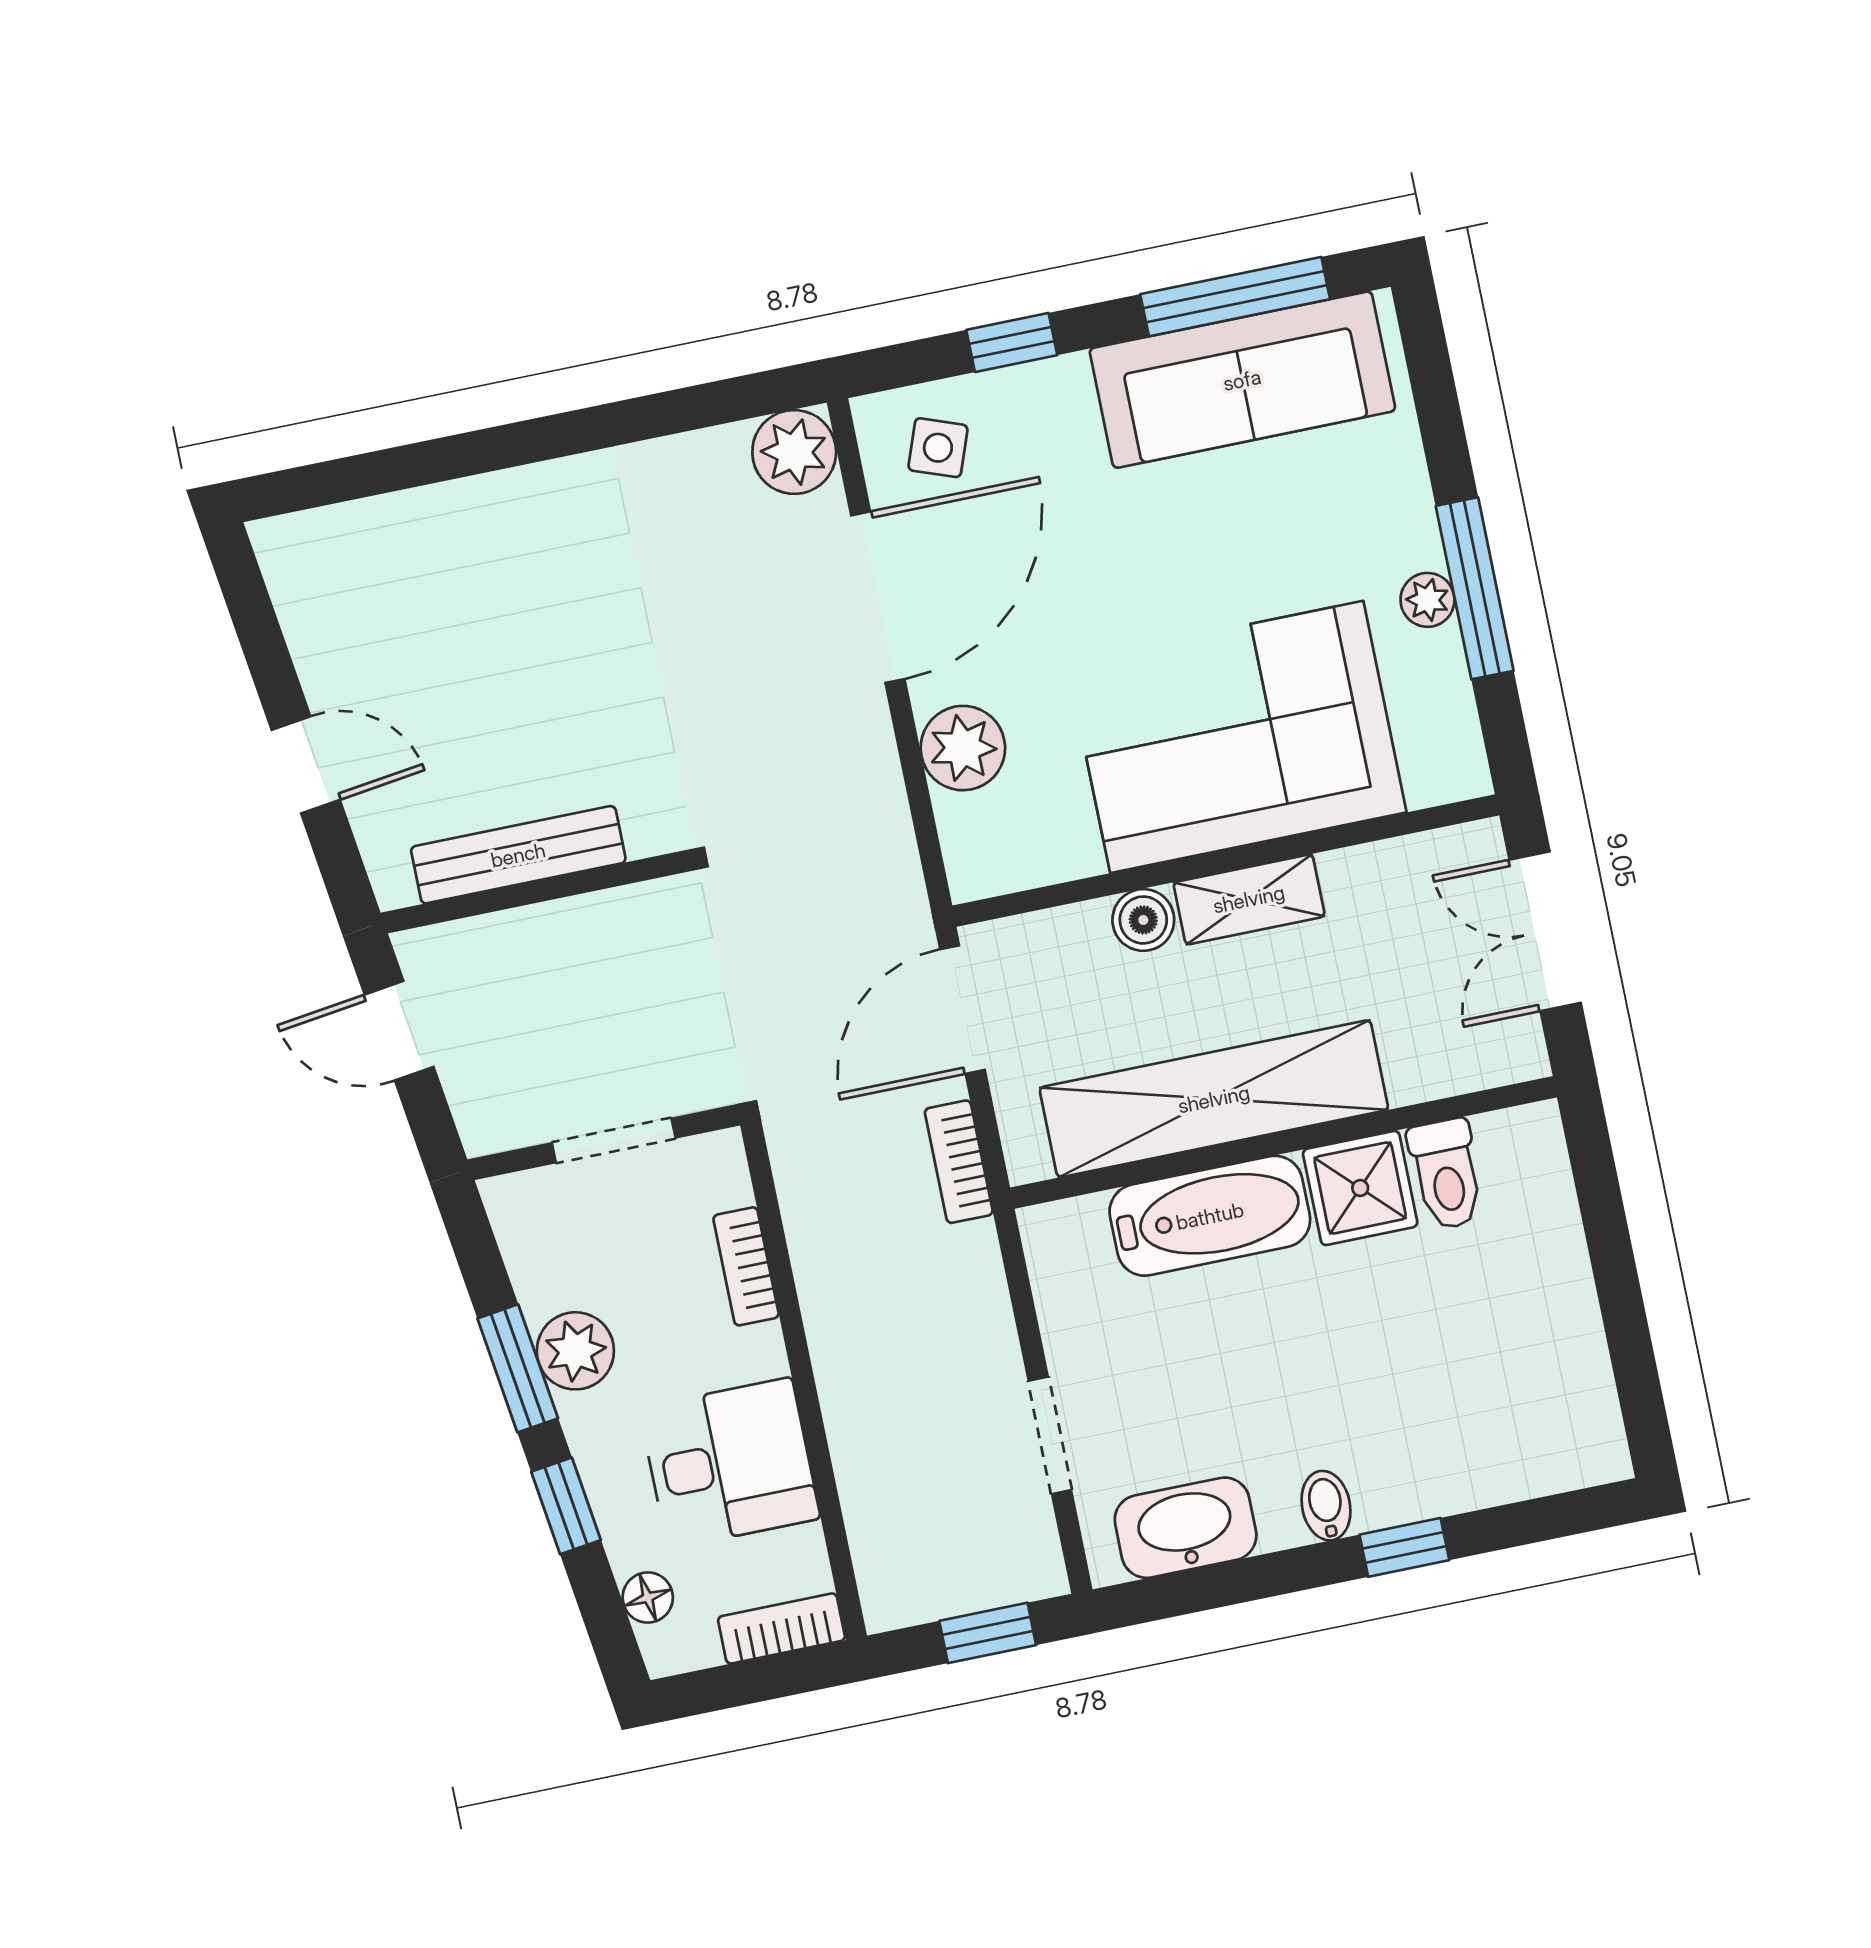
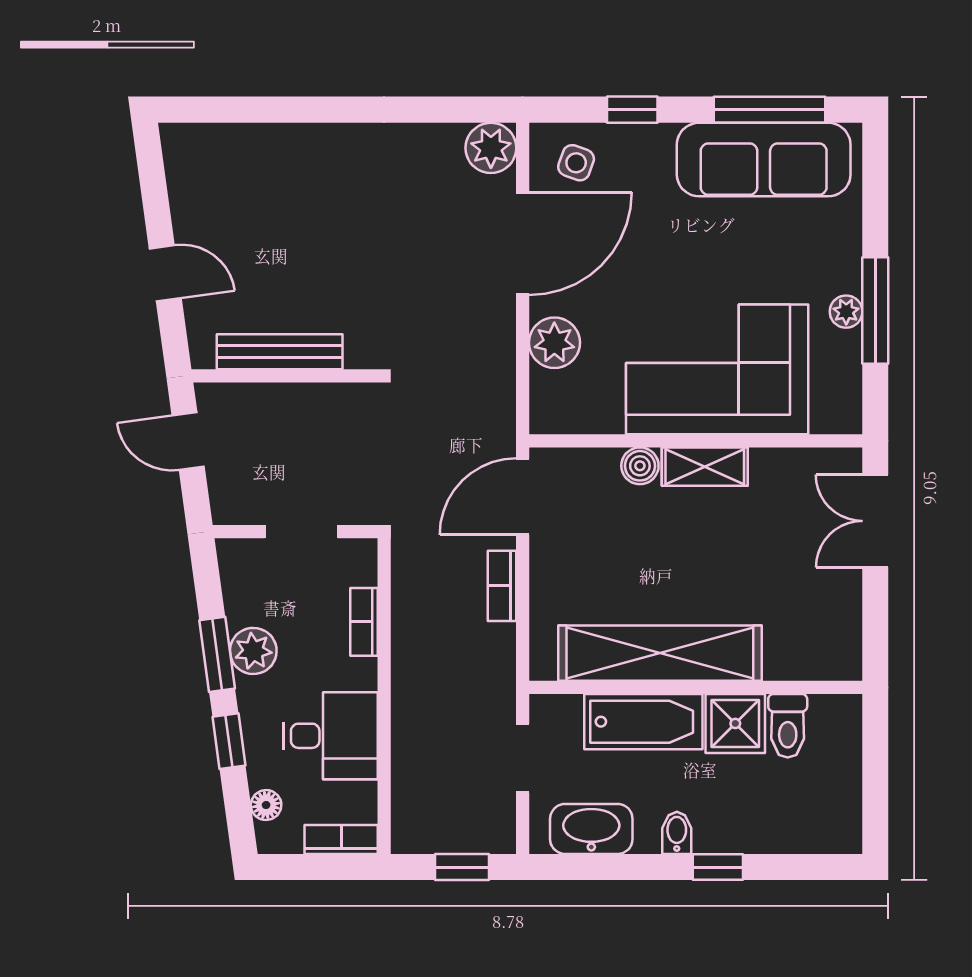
shelving: (1214, 1099) -> (660, 653), moved
wall: (1284, 1142) -> (696, 687), moved
toilet: (1446, 1174) -> (788, 726), moved
shower: (1360, 1188) -> (735, 723), moved
bathtub: (1210, 1216) -> (643, 722), moved

